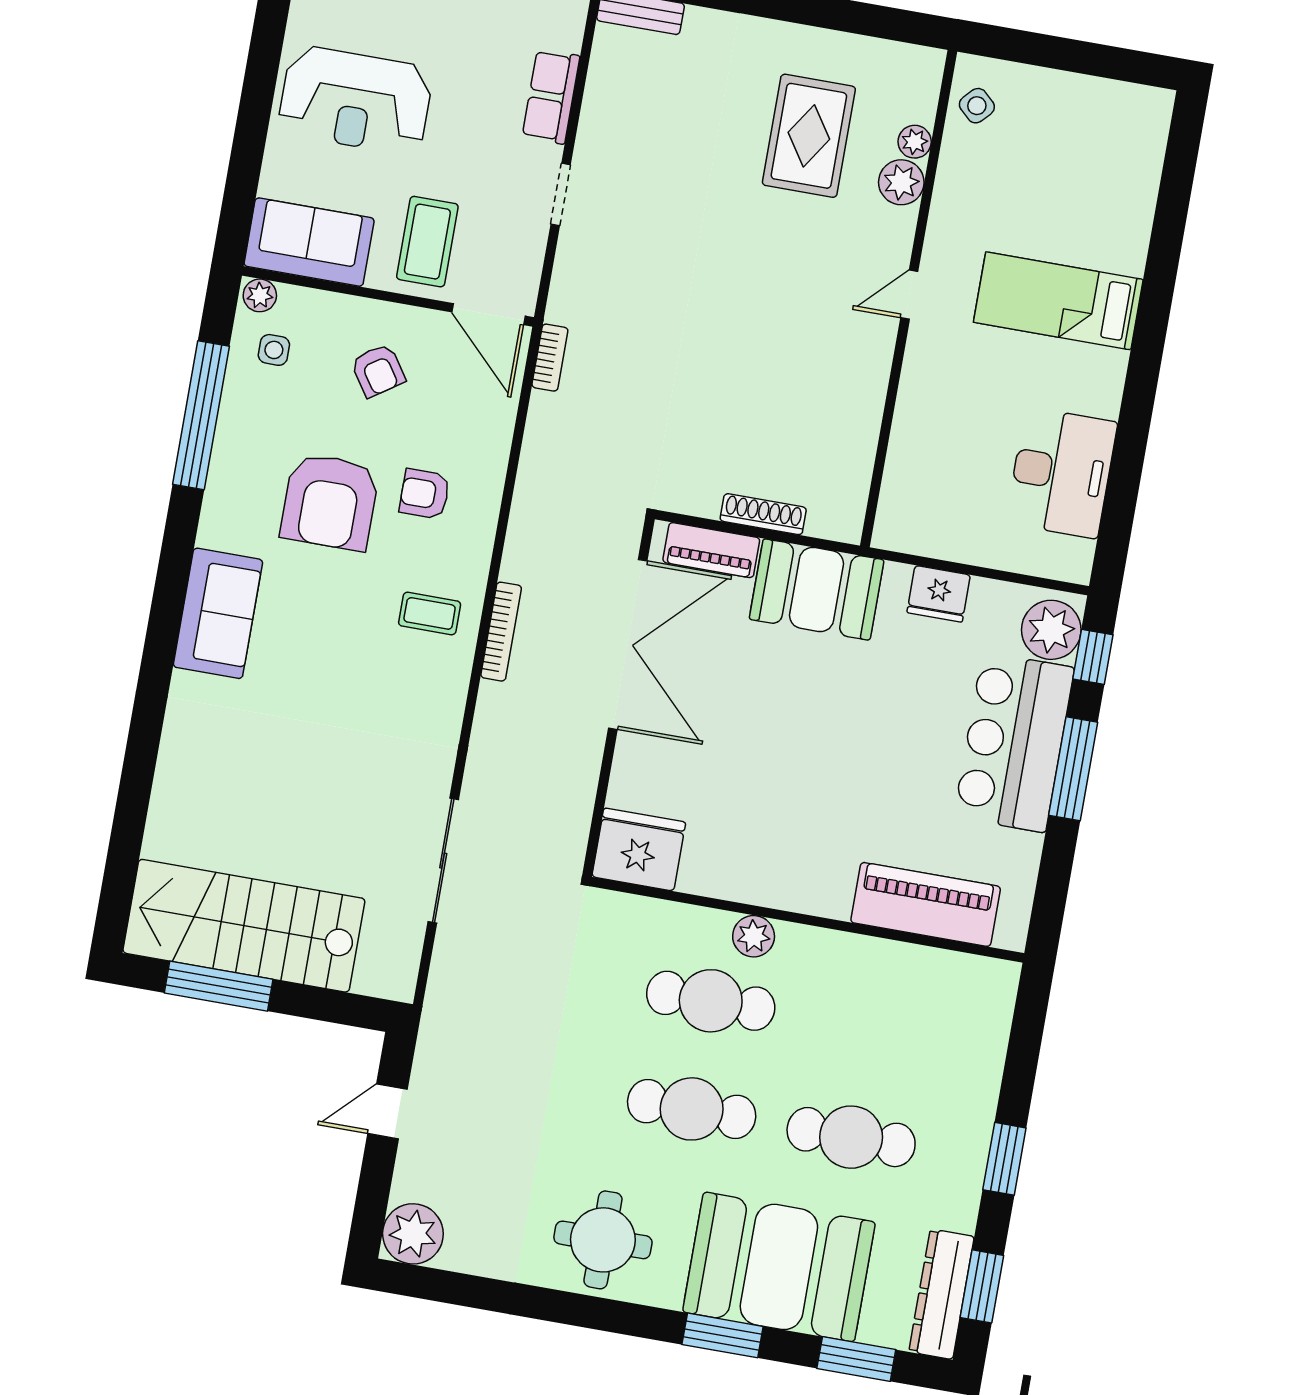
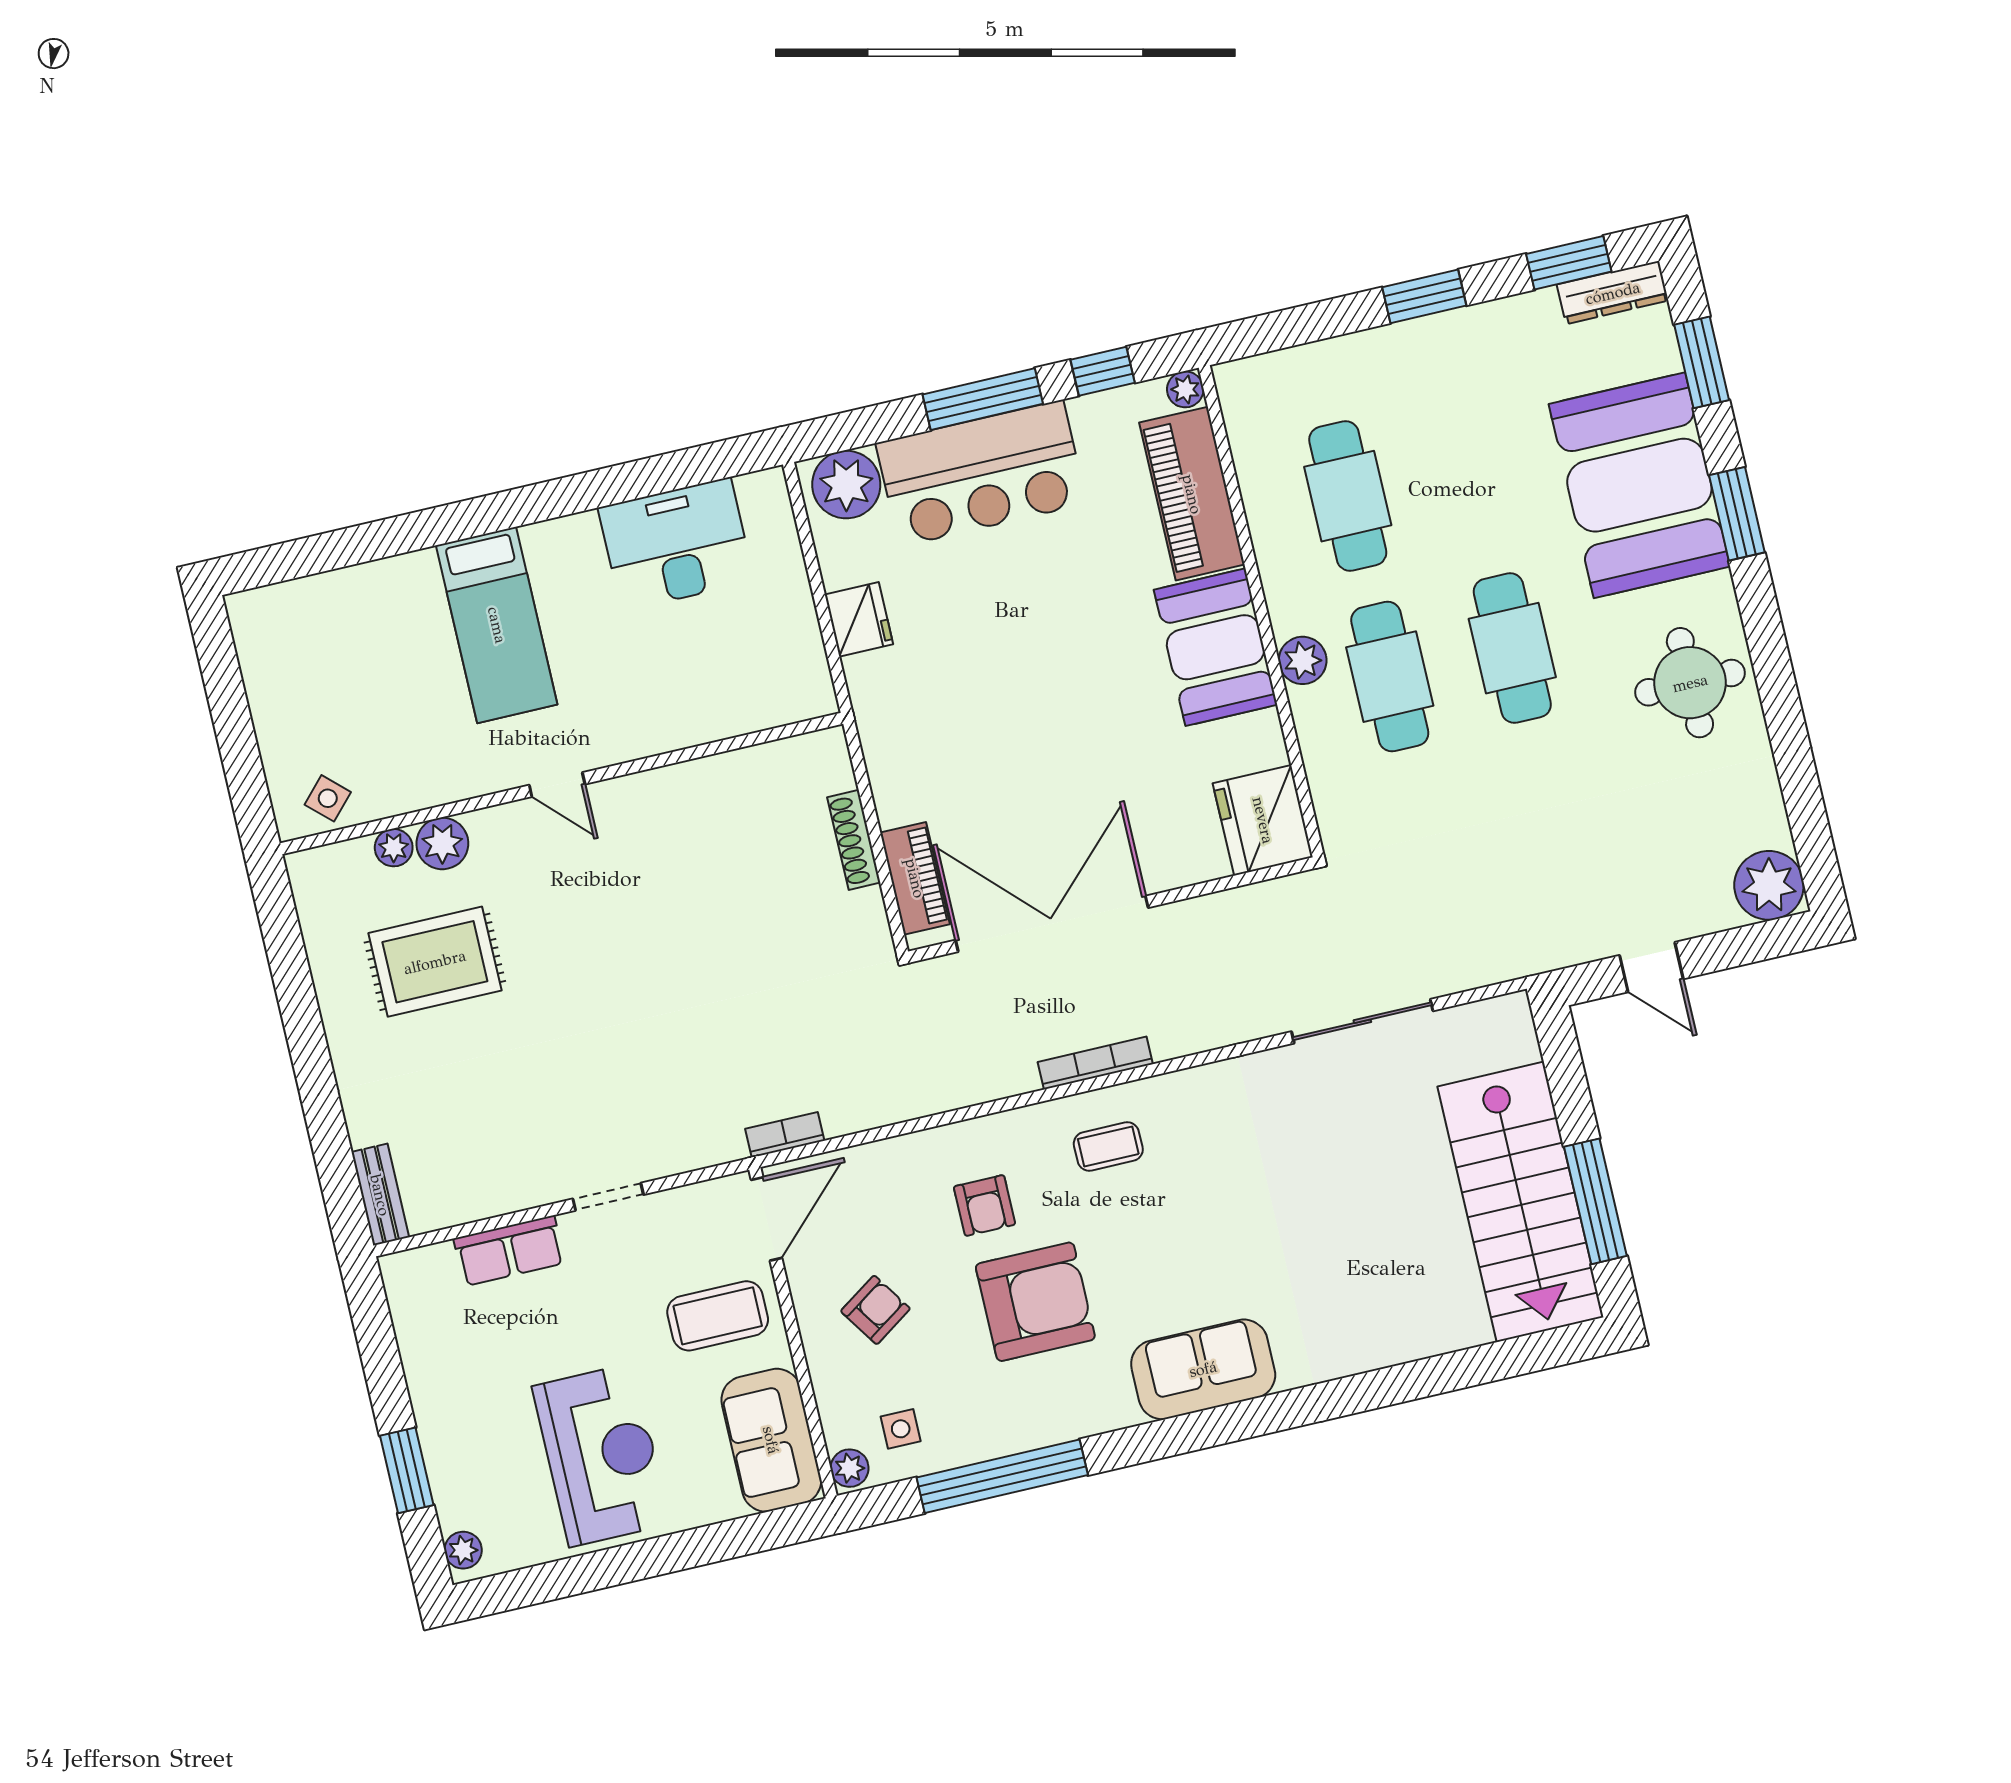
booth: (817, 590) -> (1215, 647), moved
coffee table: (430, 613) -> (1108, 1147), turned 90
window: (1093, 657) -> (1103, 371), moved
plant: (1012, 935) -> (1185, 389), added
cafe table: (851, 1137) -> (1348, 496), moved
dresser: (942, 1294) -> (1613, 293), width x0.73, depth x0.80

